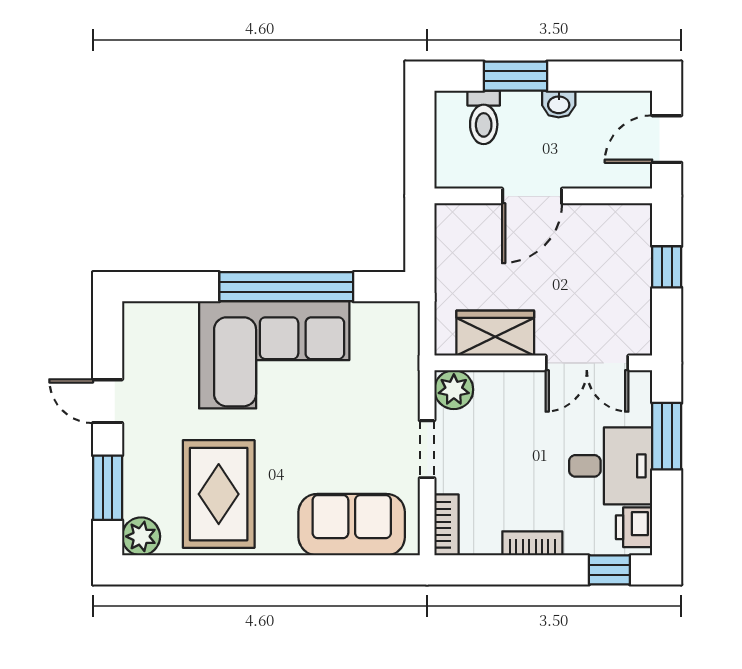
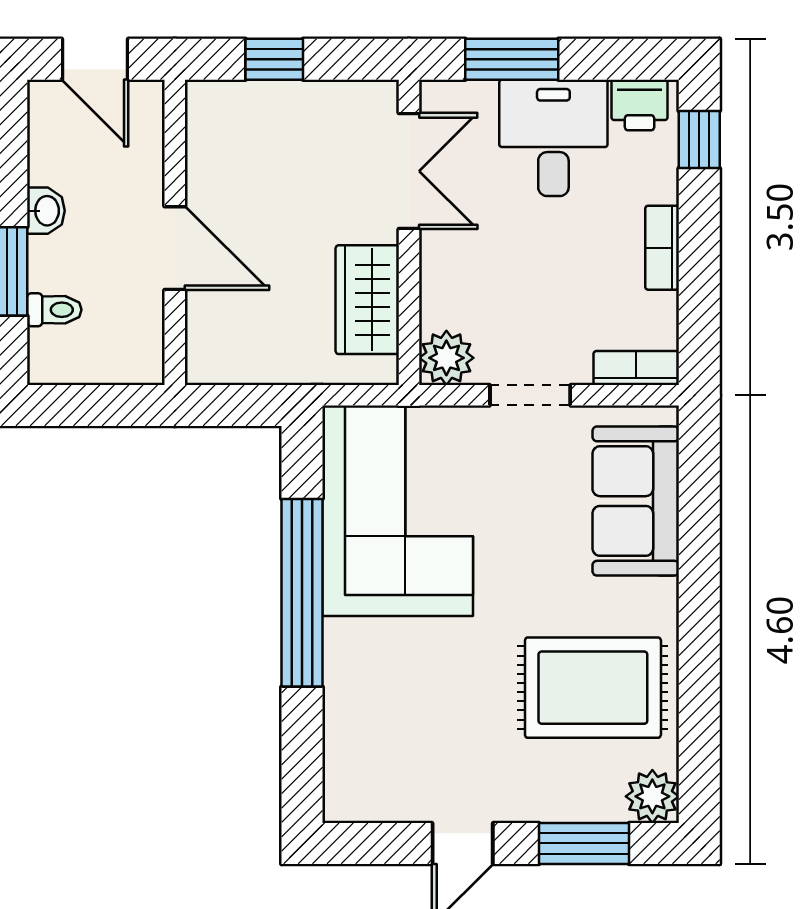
toilet: (484, 117) -> (54, 310), width x0.73, depth x0.72
corner sofa: (274, 355) -> (398, 511), moved

